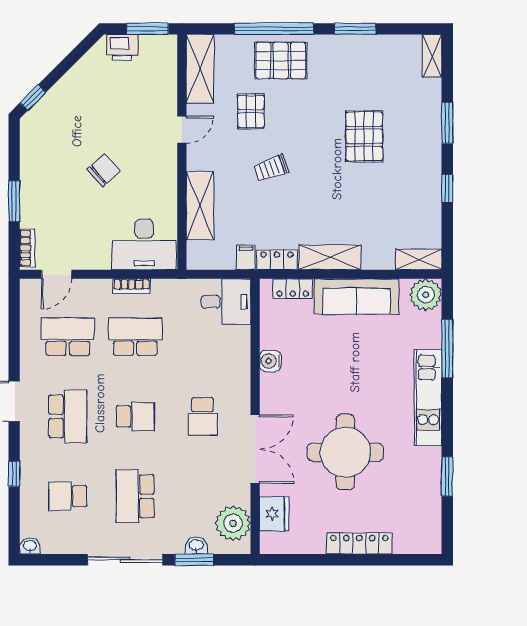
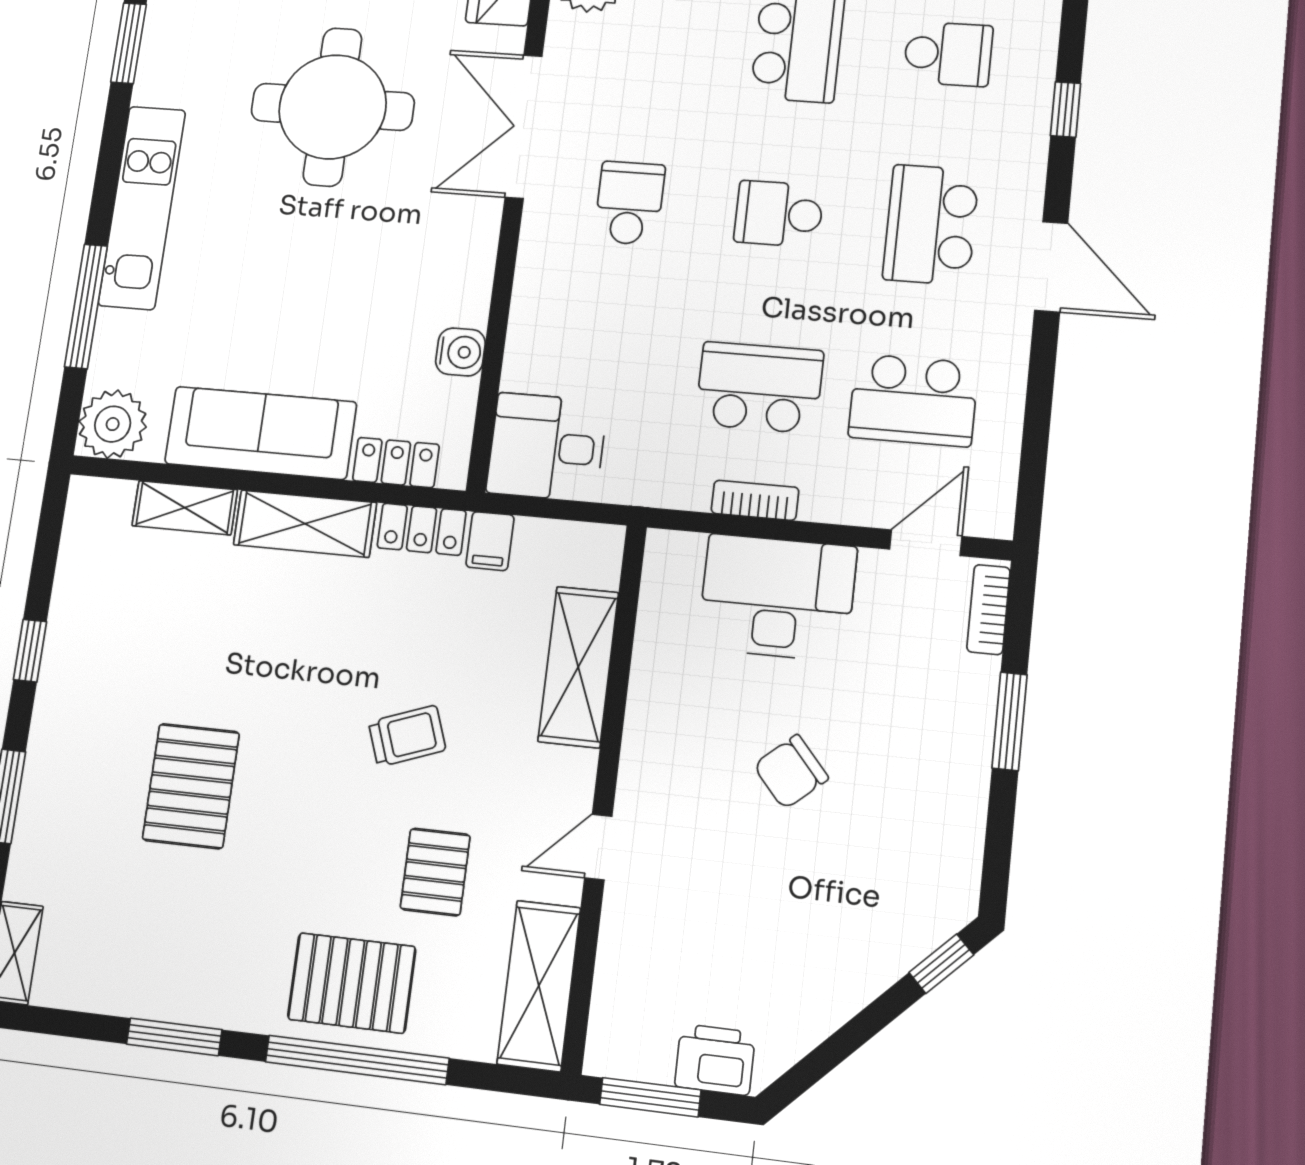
desk: (144, 244) -> (777, 597), moved
shelving: (419, 259) -> (185, 508), moved
school desk: (135, 337) -> (759, 387), turned 180
water cooler: (270, 361) -> (460, 352), moved

